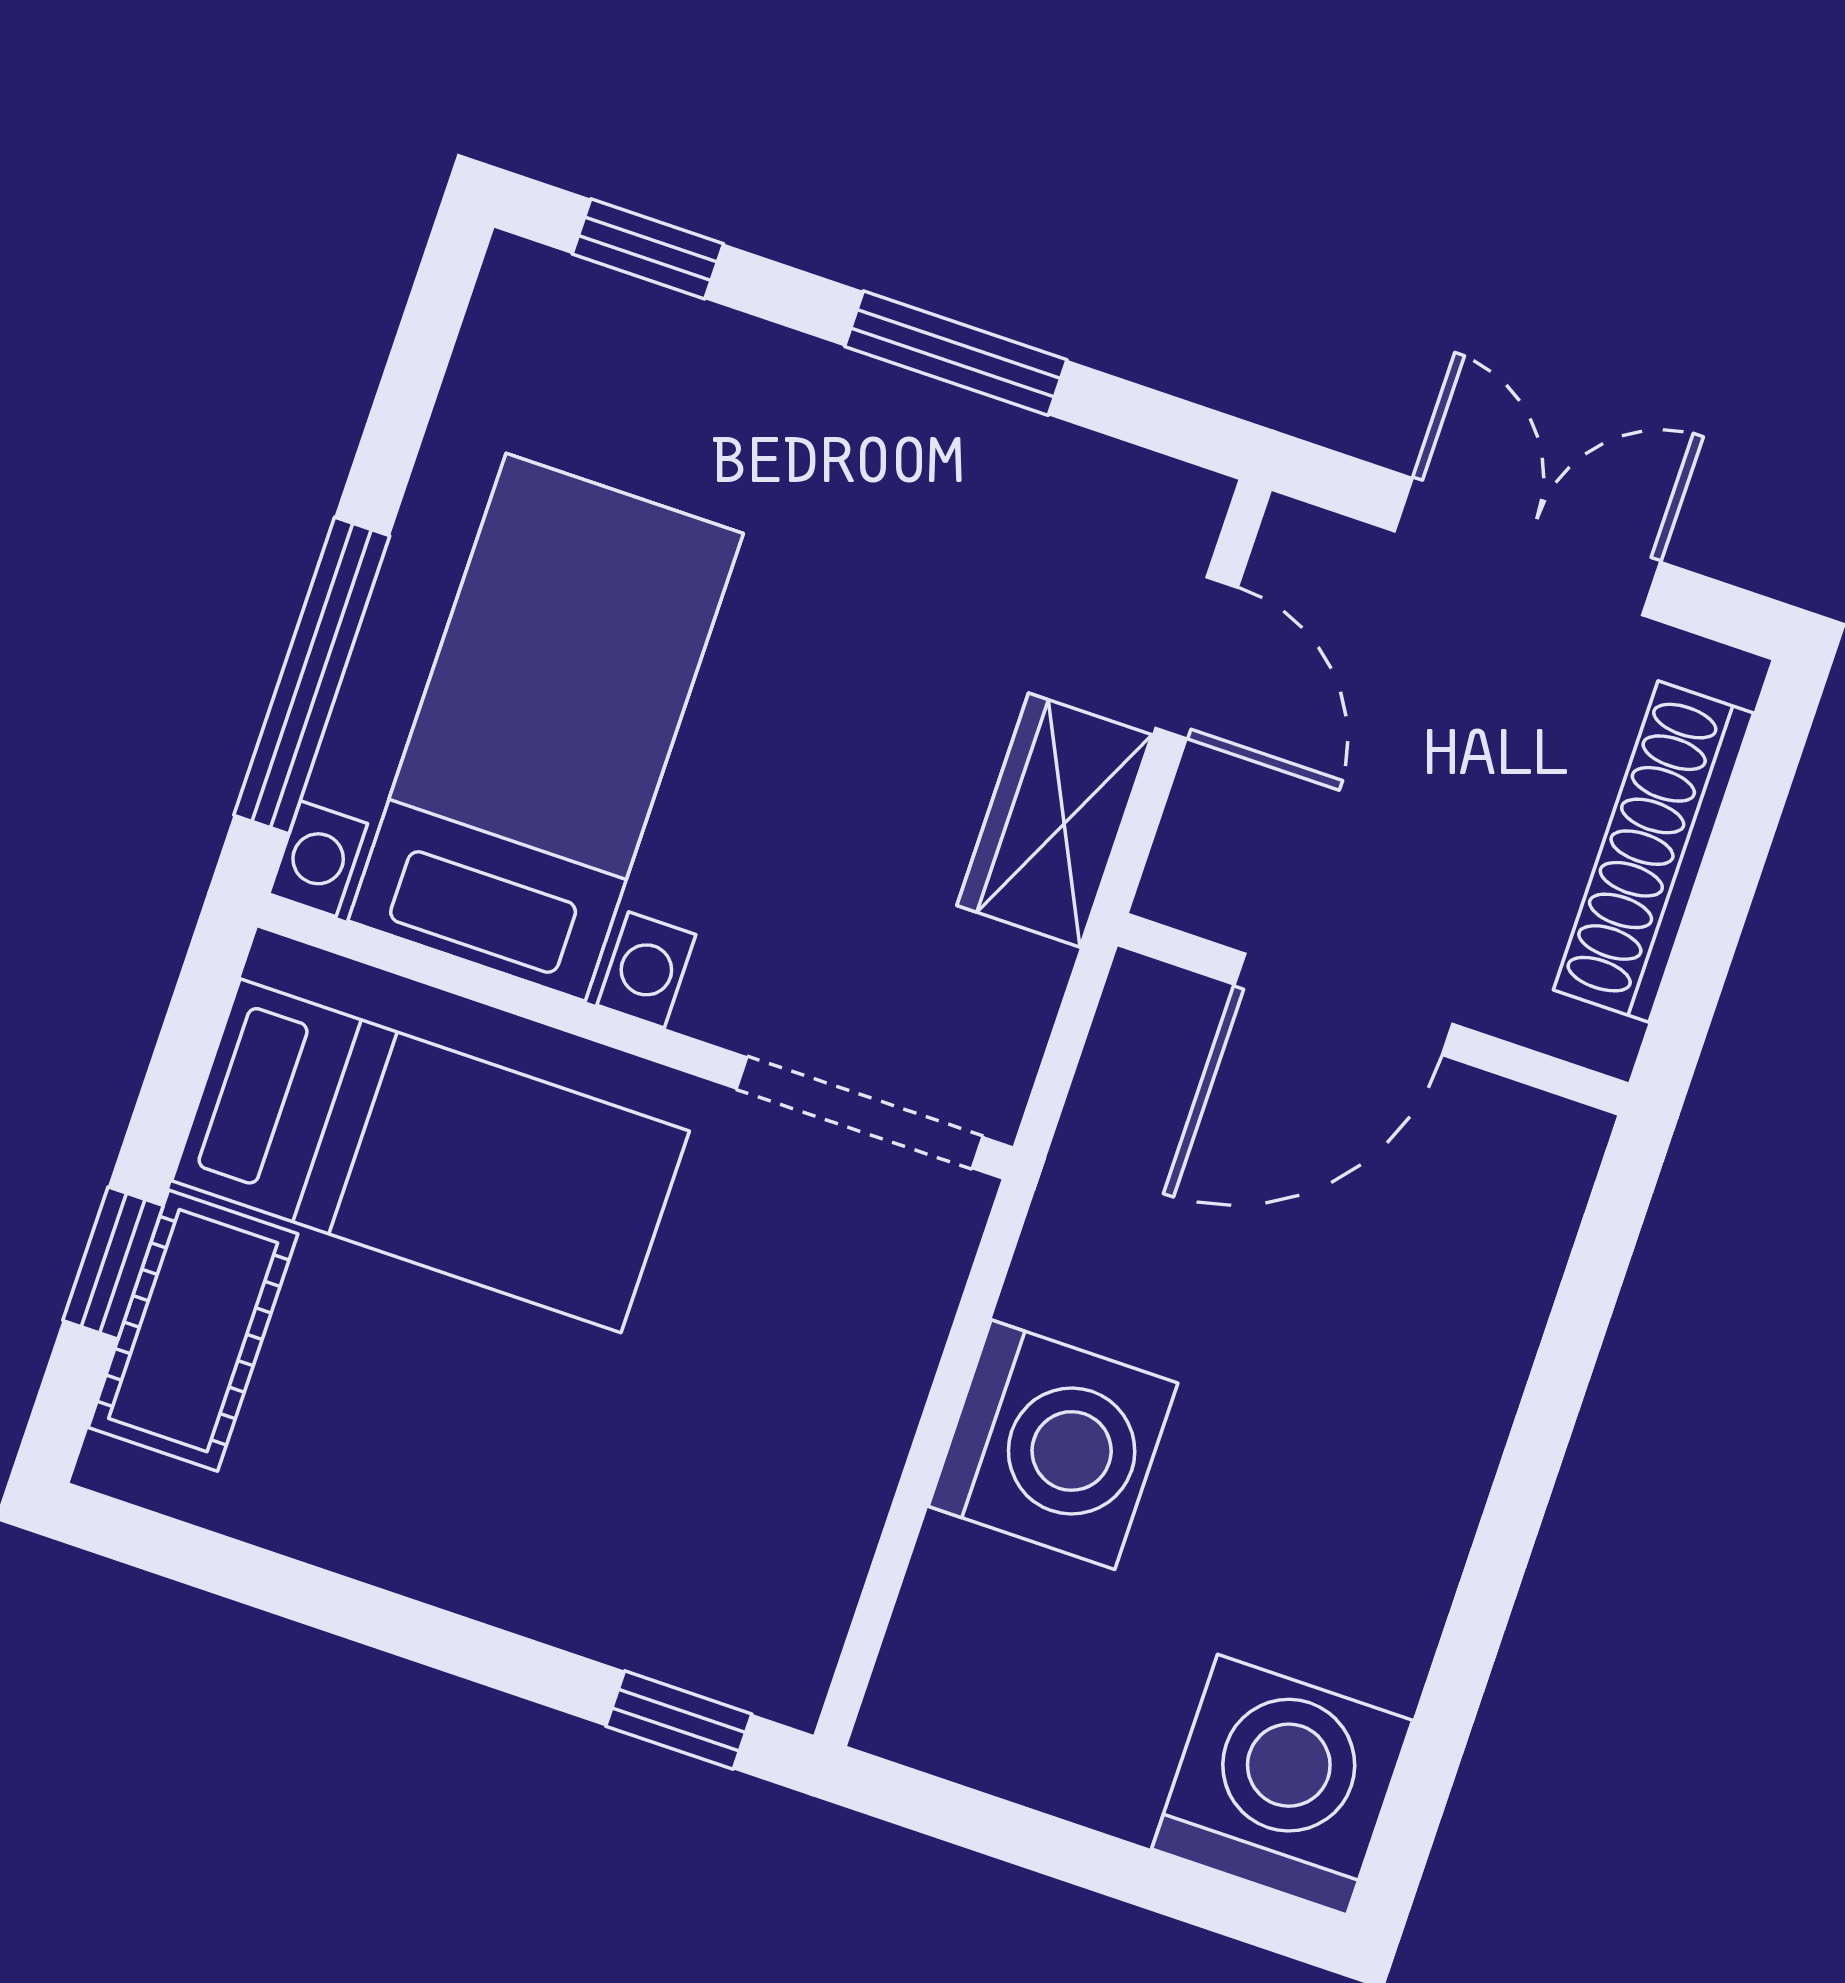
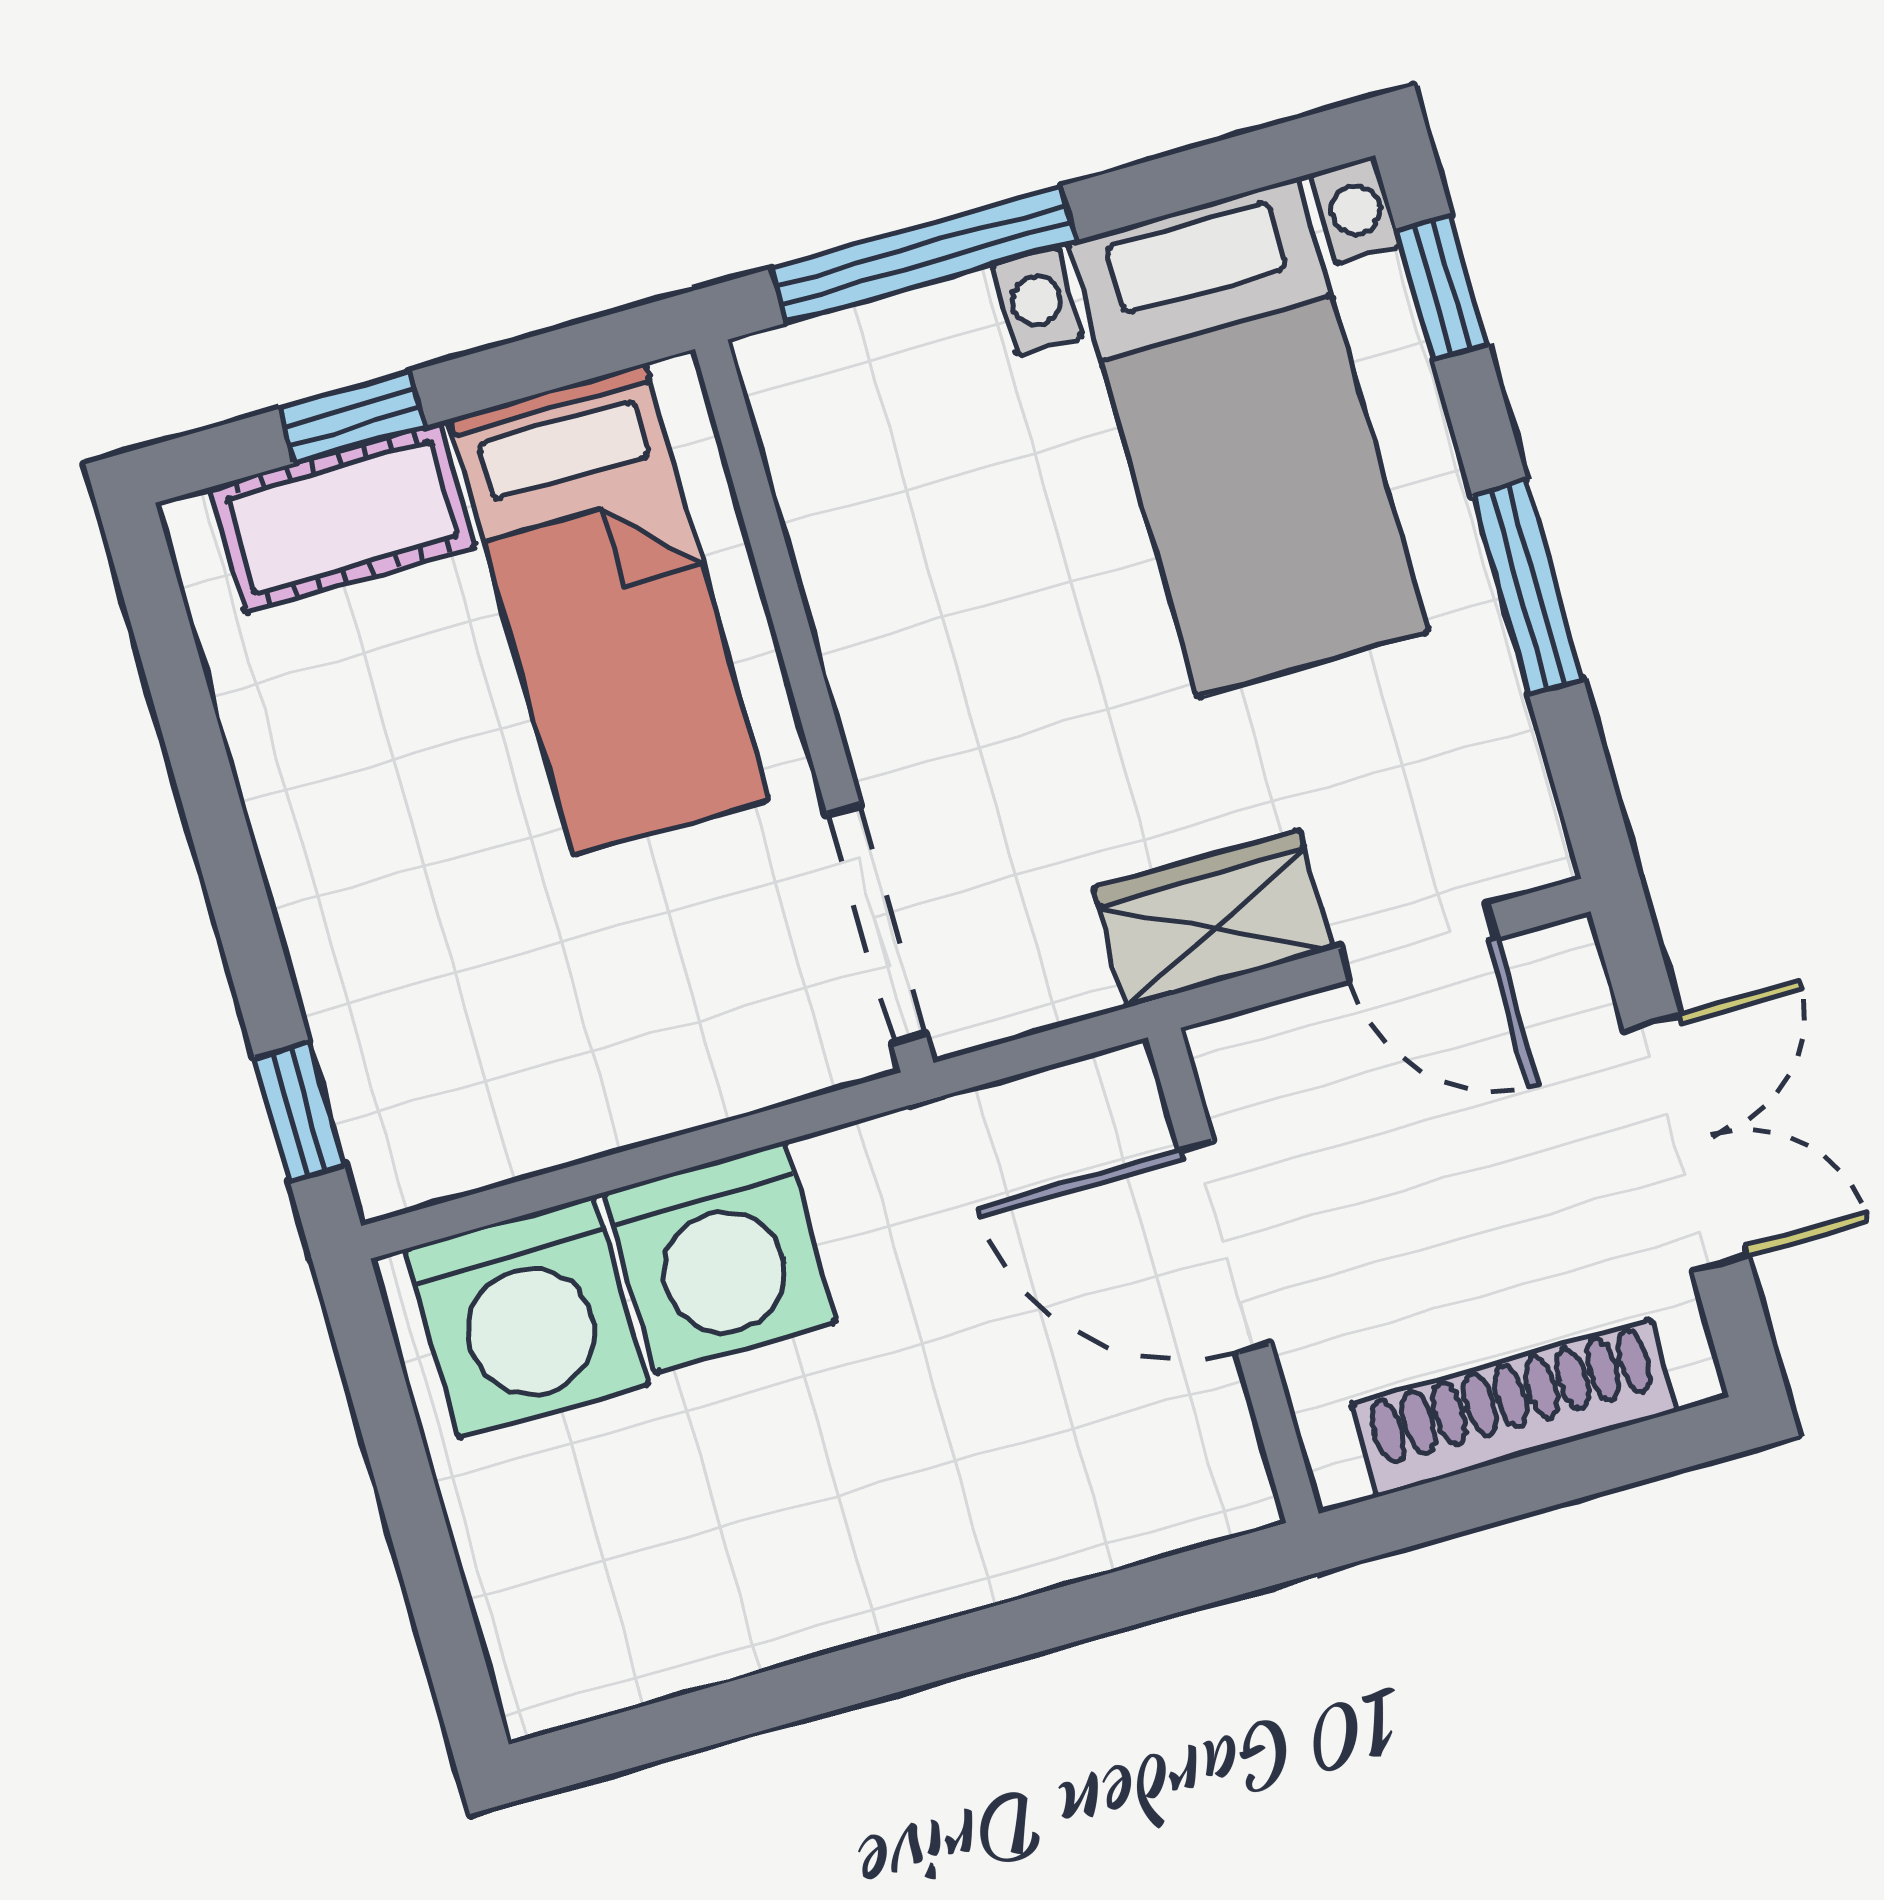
door: (1197, 658) -> (1418, 943), hinge flipped
bed with nightstands: (546, 727) -> (1248, 437), moved, turned 90
washing machine: (1282, 1785) -> (527, 1317), moved, turned 90

